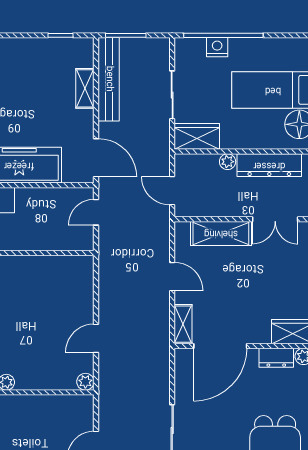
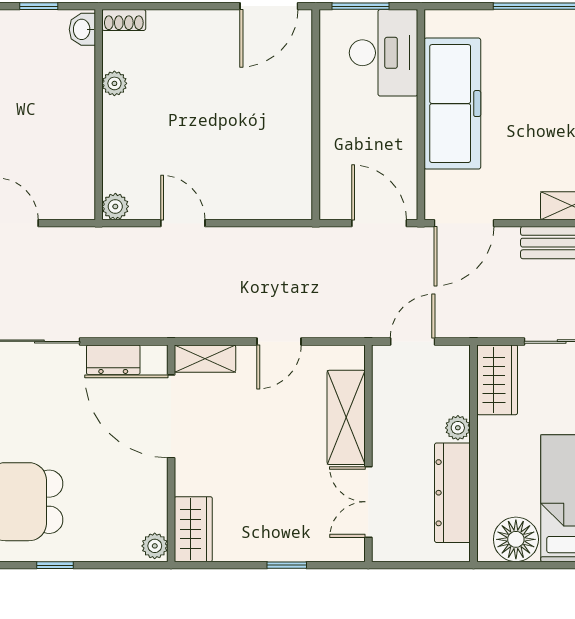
door: (96, 212) -> (379, 223), width x1.38
dresser: (276, 358) -> (113, 360), moved, turned -90

